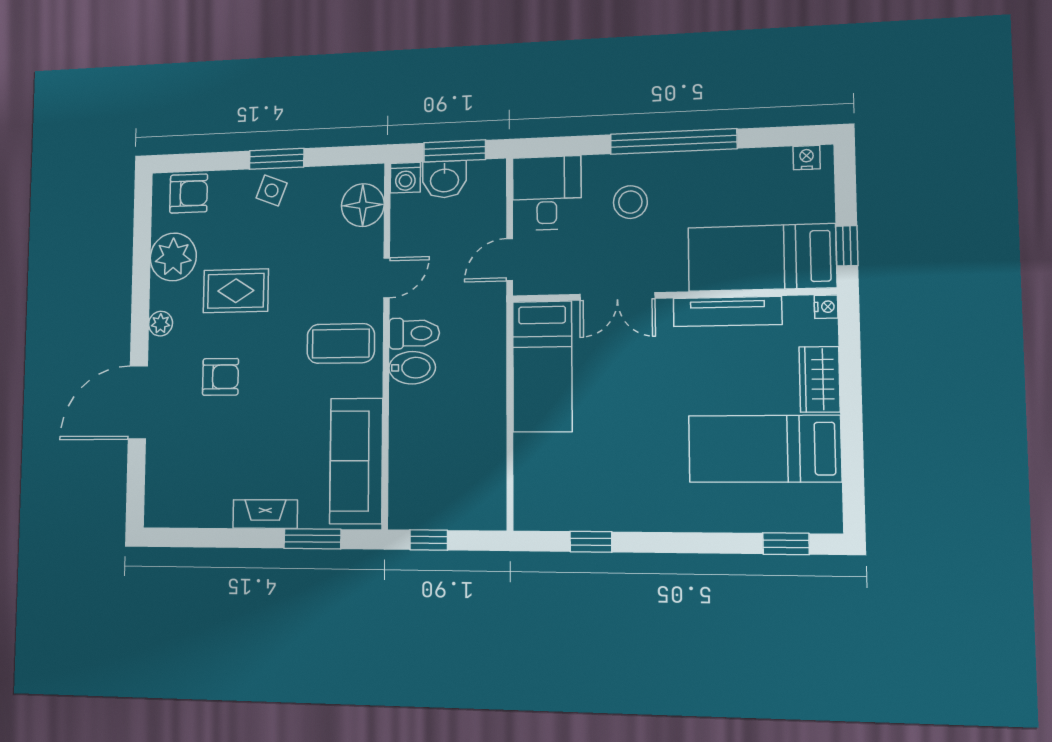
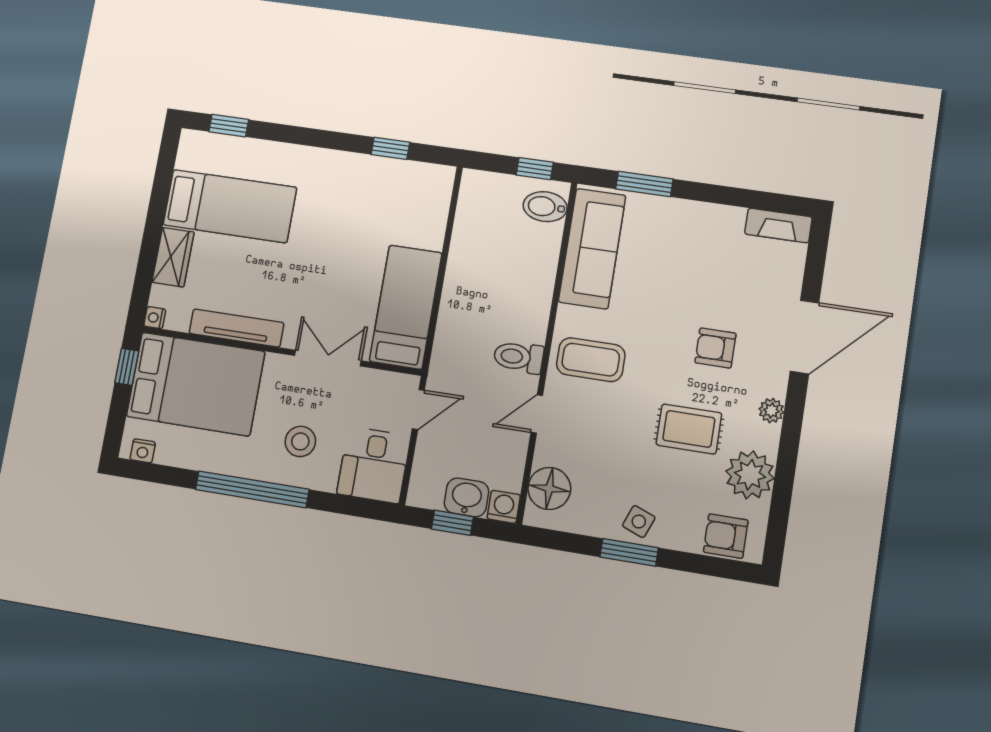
window: (455, 151) -> (452, 523), width x0.67
bed: (762, 258) -> (196, 384), width x1.50
bidet: (412, 368) -> (545, 207), moved
fireplace: (265, 514) -> (778, 225), moved

